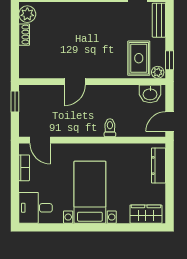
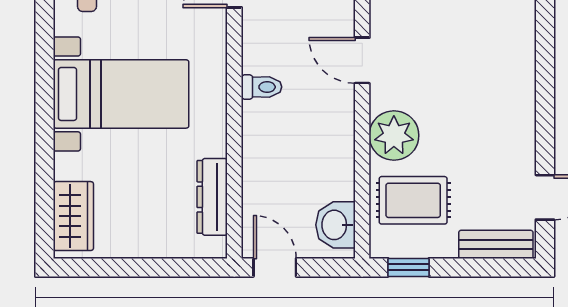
plant: (158, 72) -> (394, 135), moved, width x1.87, depth x1.87
toilet: (110, 128) -> (261, 87), moved
dresser: (159, 165) -> (212, 197), moved, turned -90

